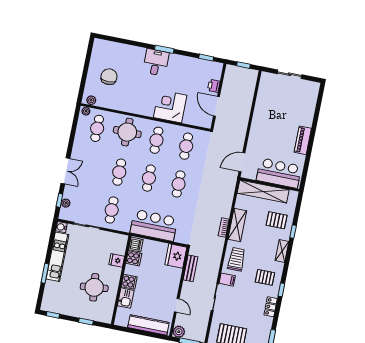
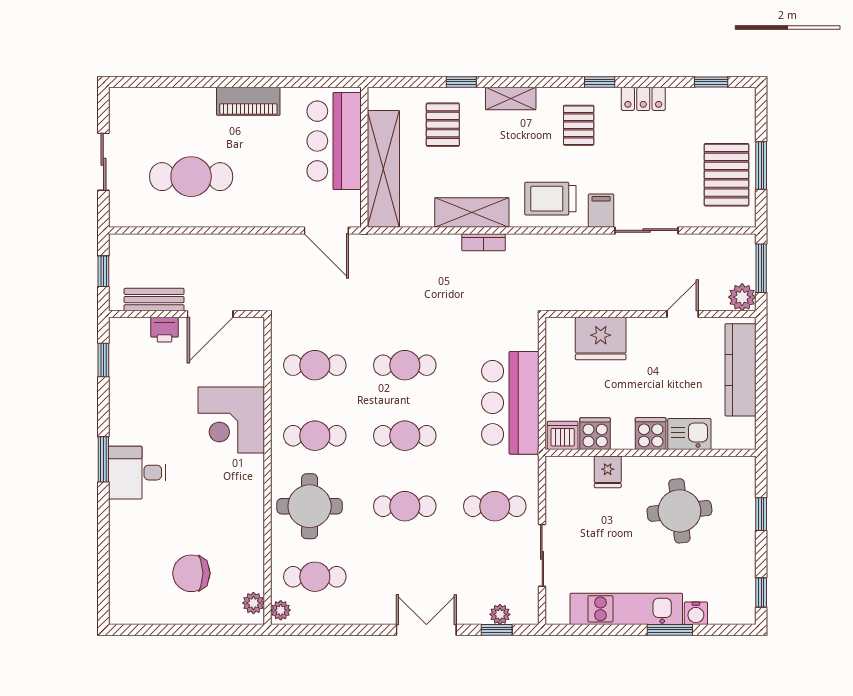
cafe table: (276, 110) -> (191, 177), added
water cooler: (61, 227) -> (696, 613), moved
fridge: (176, 256) -> (601, 339), moved
bench: (190, 268) -> (154, 300), moved

